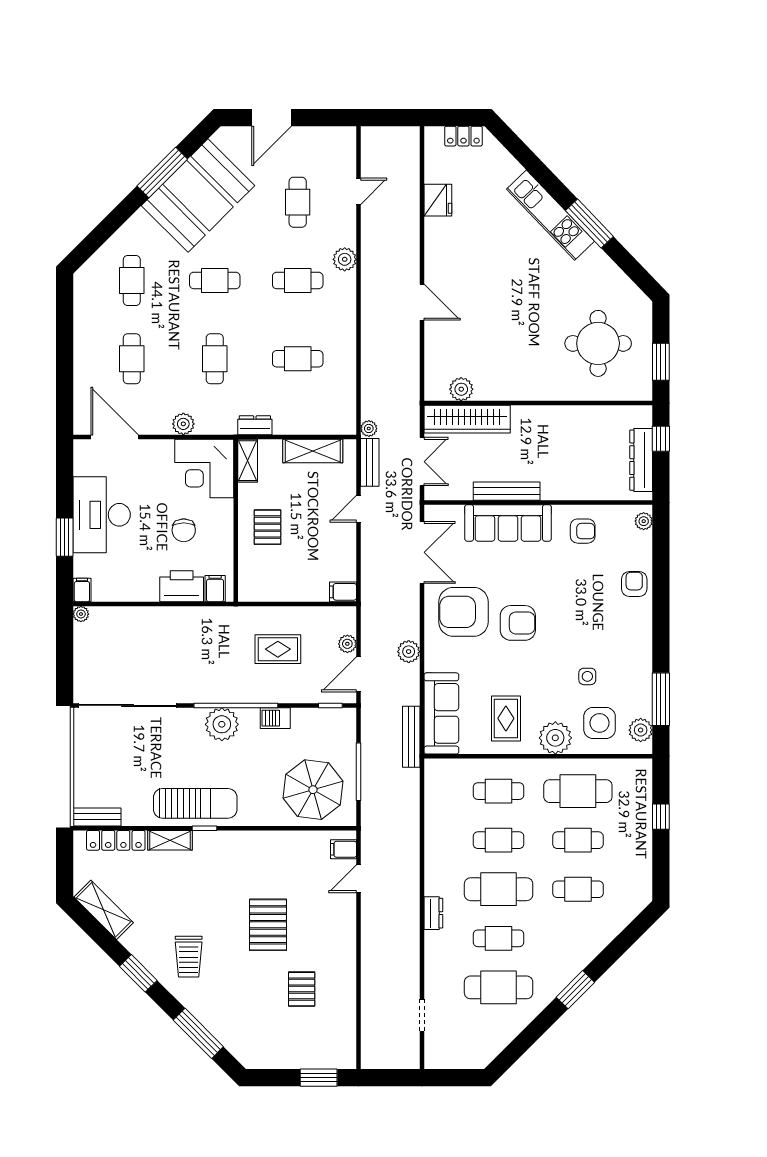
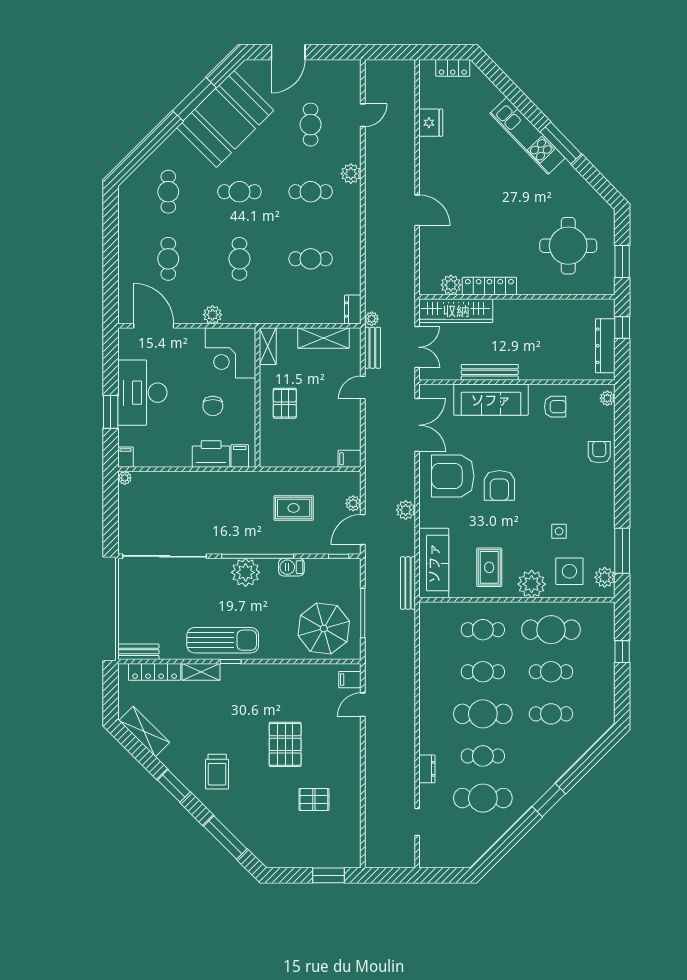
locker: (506, 391) -> (489, 286), added
dresser: (255, 425) -> (353, 310), moved, turned -90
armchair: (518, 623) -> (499, 485), turned 90
dresser: (433, 913) -> (427, 769), moved
pallet: (302, 989) -> (314, 800), turned 90

